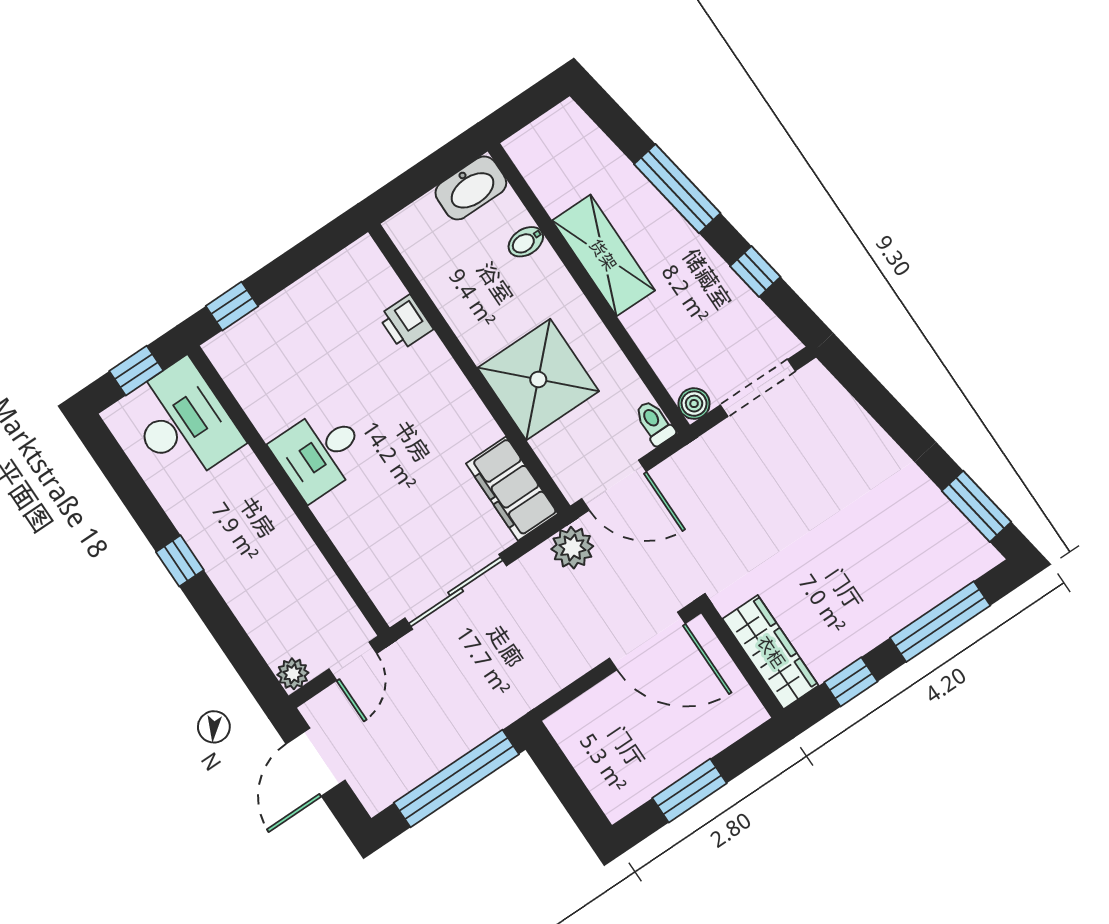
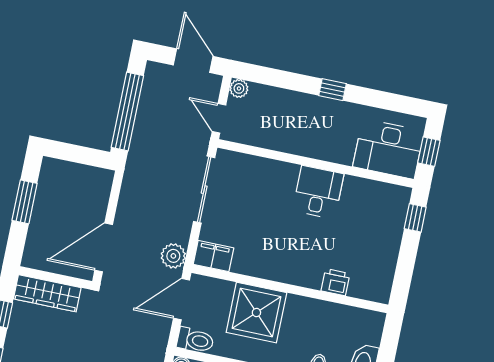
toilet: (655, 423) -> (195, 340), width x1.37, depth x1.39
filing cabinet: (512, 489) -> (213, 256), width x0.67, depth x0.86

